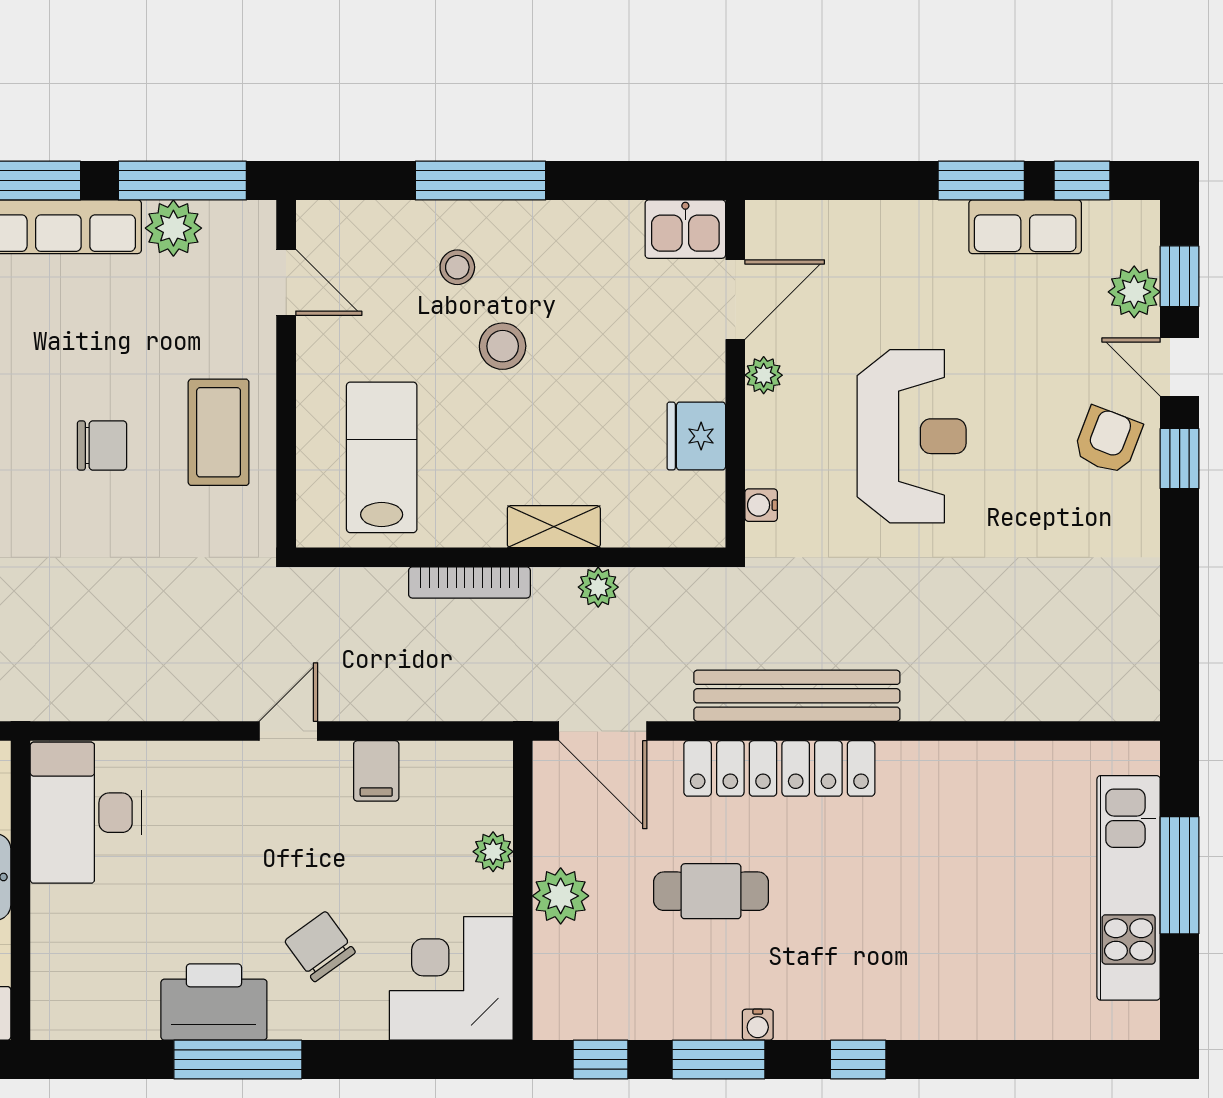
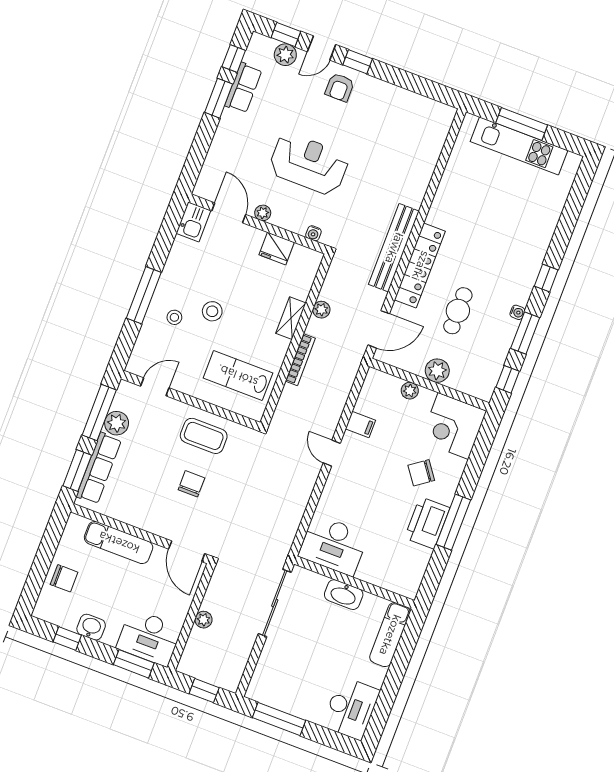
armchair: (1108, 440) -> (340, 87), turned -111

